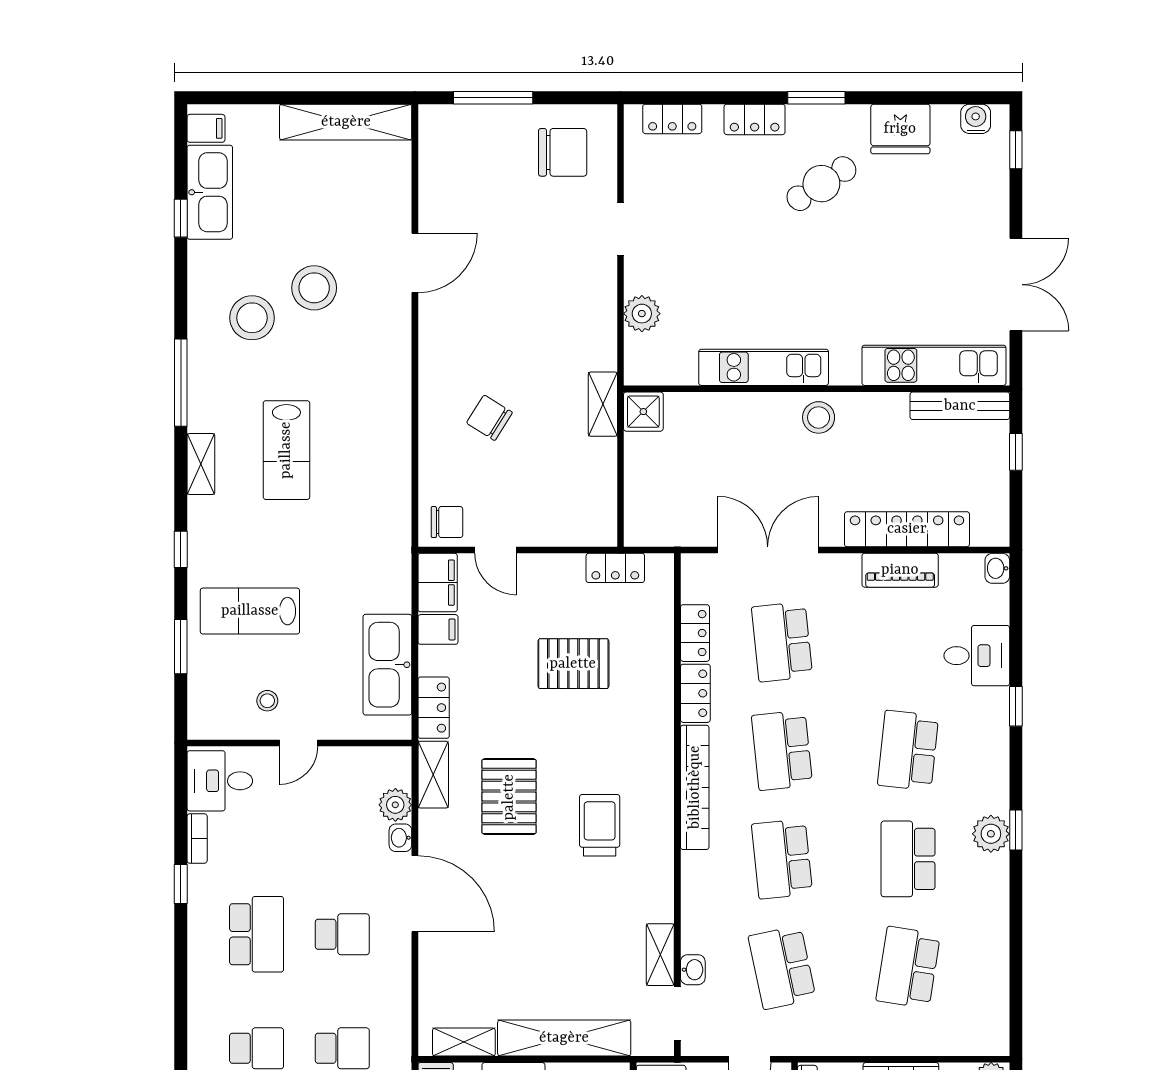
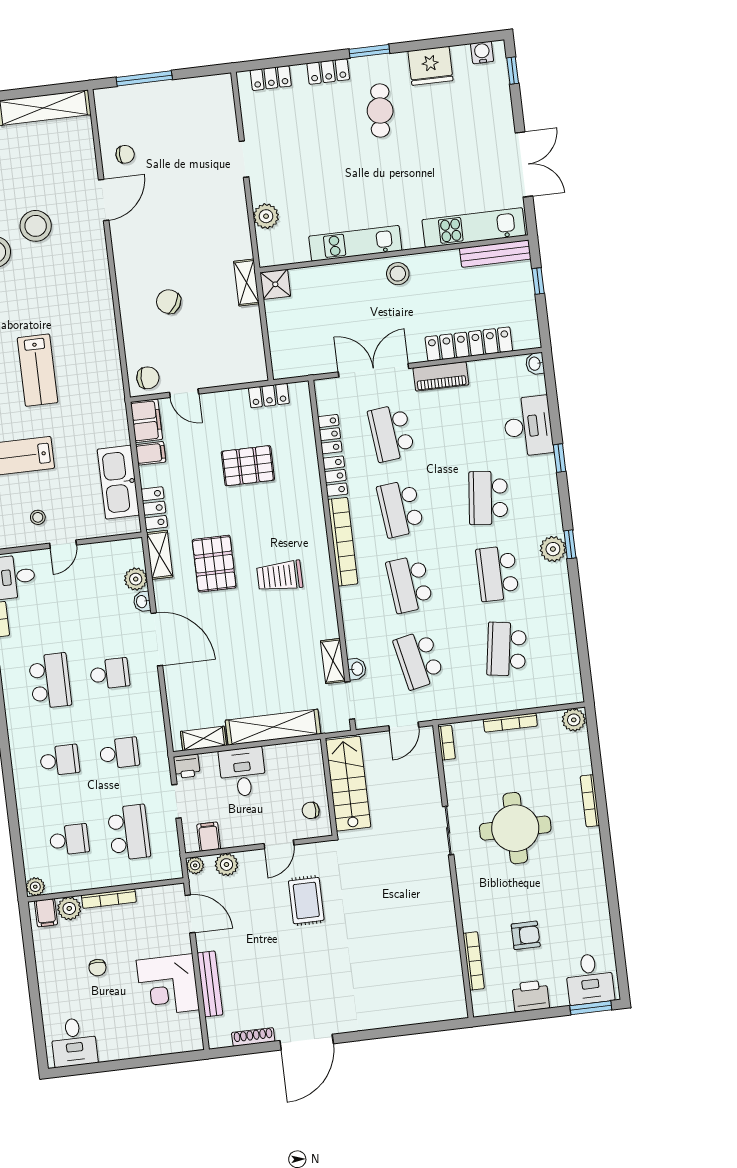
chair: (563, 152) -> (125, 154), moved, width x0.54, depth x0.54
cafe table: (821, 184) -> (380, 111), turned -51
lab bench: (286, 450) -> (38, 370), moved
piano: (900, 570) -> (441, 376), moved
desk: (977, 656) -> (528, 426), width x1.37
trolley: (600, 825) -> (280, 576), turned -90

